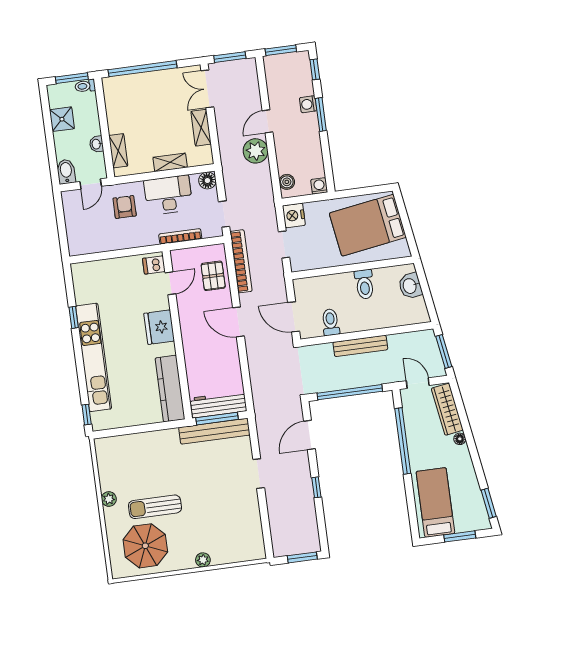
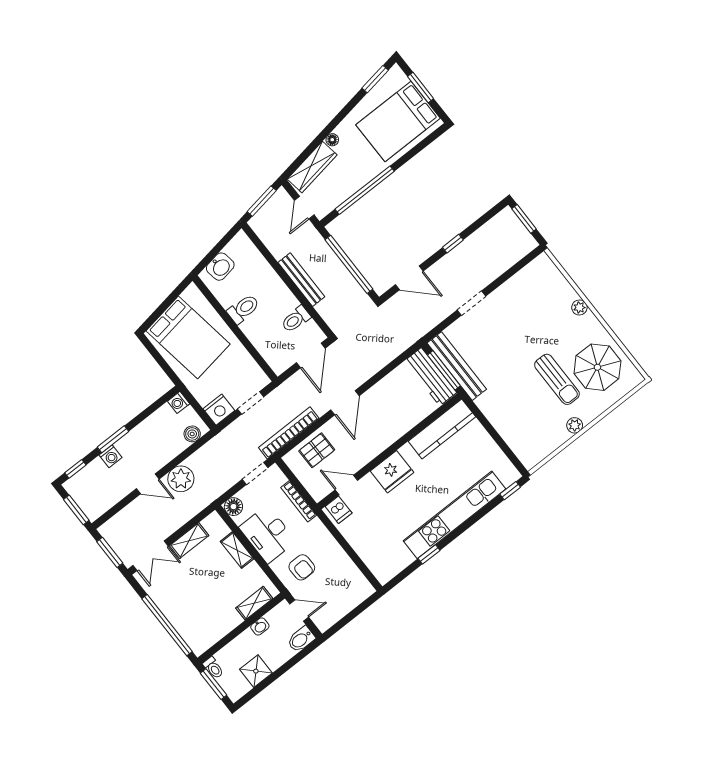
armchair: (125, 207) -> (302, 567), turned -91
bed: (435, 502) -> (398, 121), width x1.50

